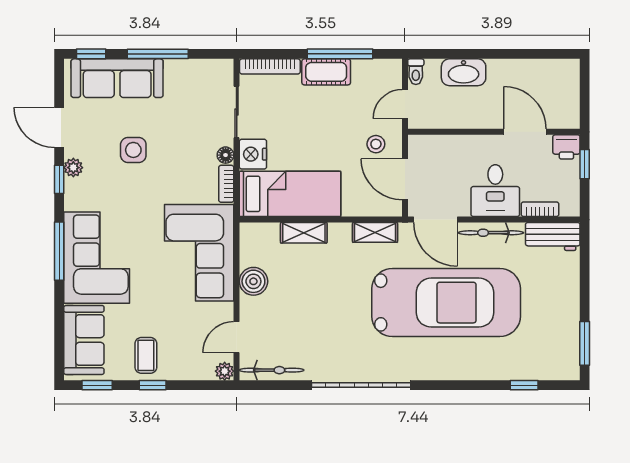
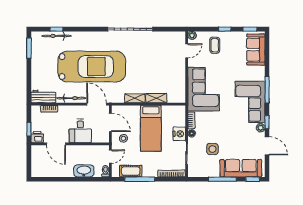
cot: (326, 72) -> (131, 171), moved
side table: (133, 150) -> (212, 149), moved
desk: (495, 191) -> (80, 131), moved, turned 180
bed: (290, 194) -> (151, 128), moved, turned -90
shelving: (375, 232) -> (135, 98), moved
corner sofa: (97, 258) -> (250, 102), moved
boiler: (253, 281) -> (179, 76), removed
car: (446, 303) -> (92, 67), turned 180
coffee table: (146, 355) -> (215, 45), moved
bicycle: (272, 370) -> (56, 36), moved

